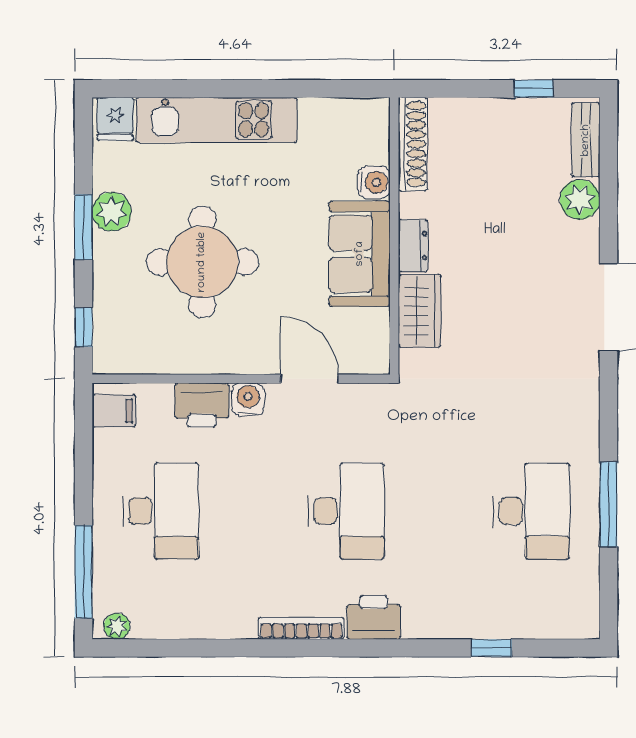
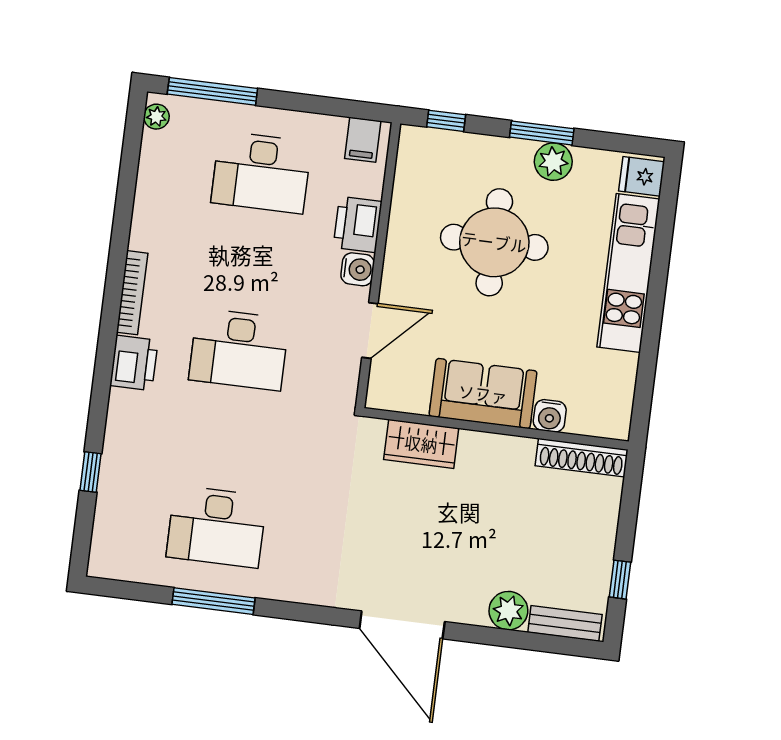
dresser: (413, 246) -> (485, 446), removed

